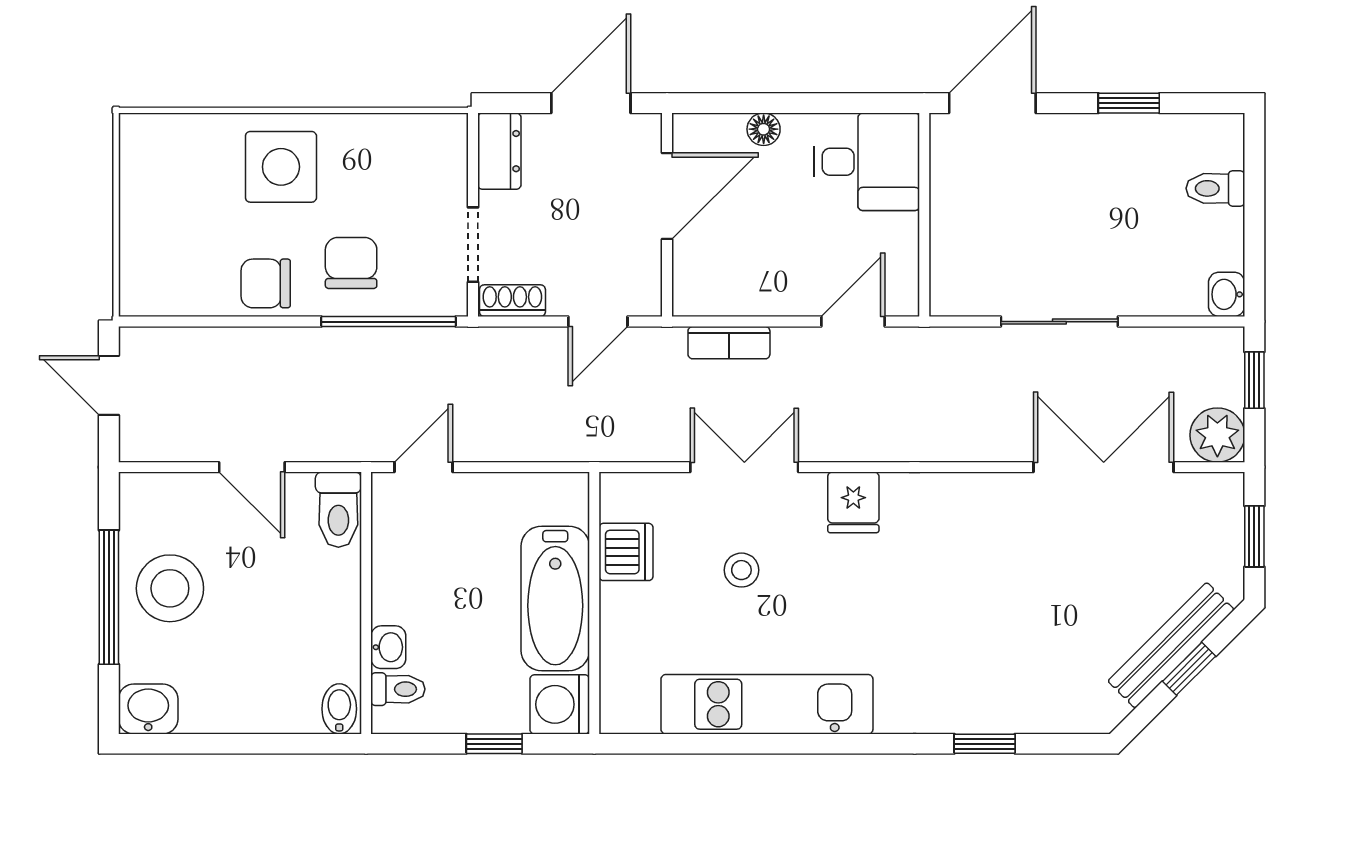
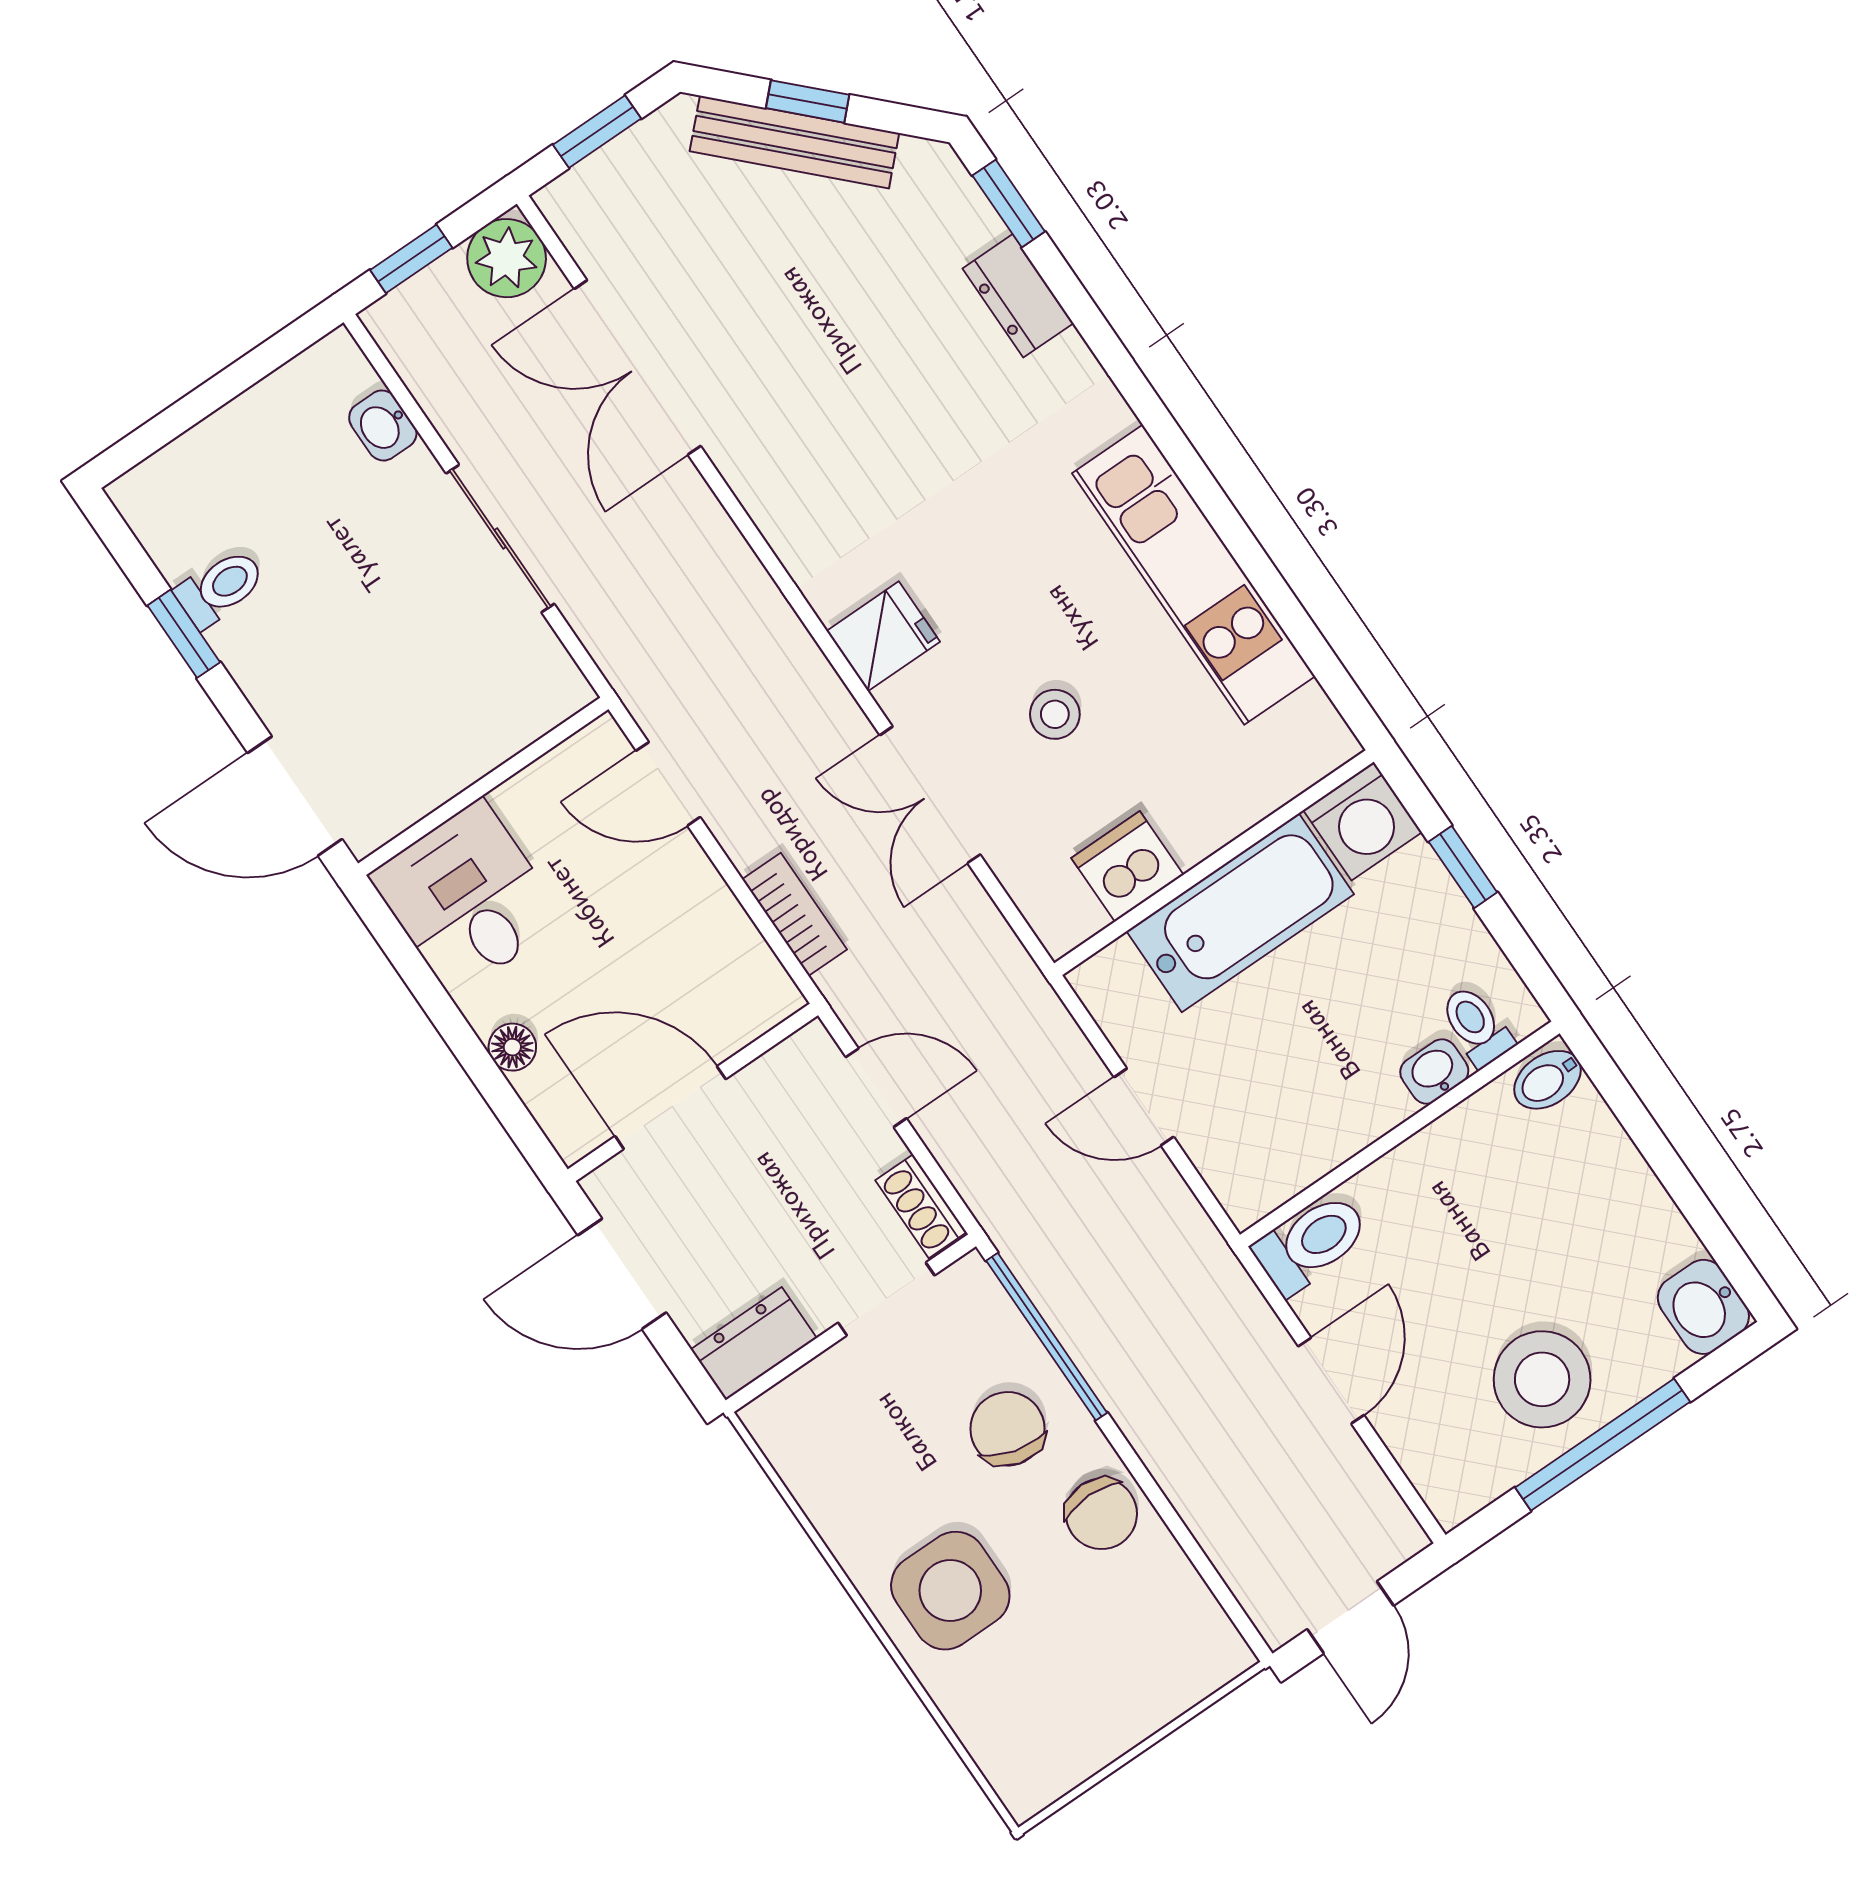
toilet: (1215, 188) -> (220, 588), moved, turned -90
chair: (351, 263) -> (1007, 1429), turned 105
washbasin: (1227, 294) -> (383, 425), moved, turned 90
door: (423, 467) -> (1144, 1107), moved
dresser: (995, 713) -> (1018, 296), added
window: (985, 744) -> (1009, 204), moved

